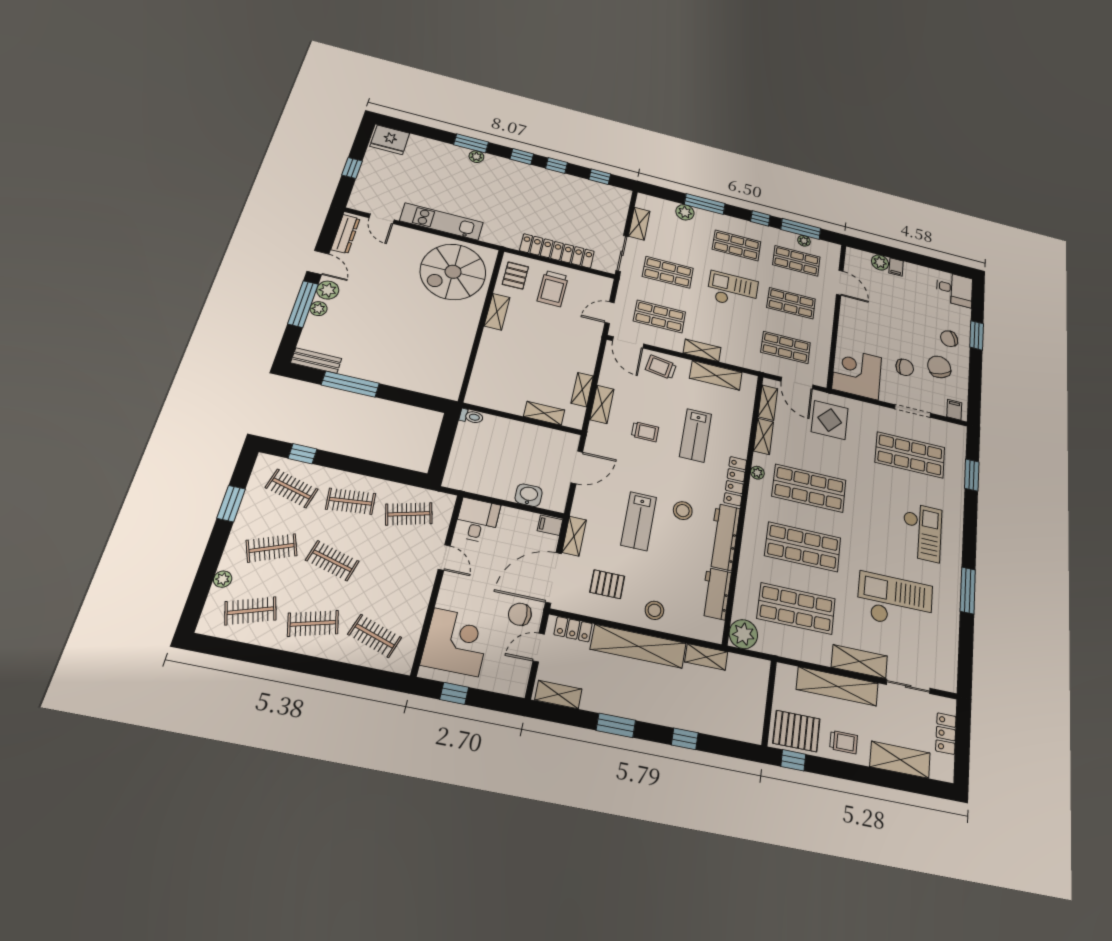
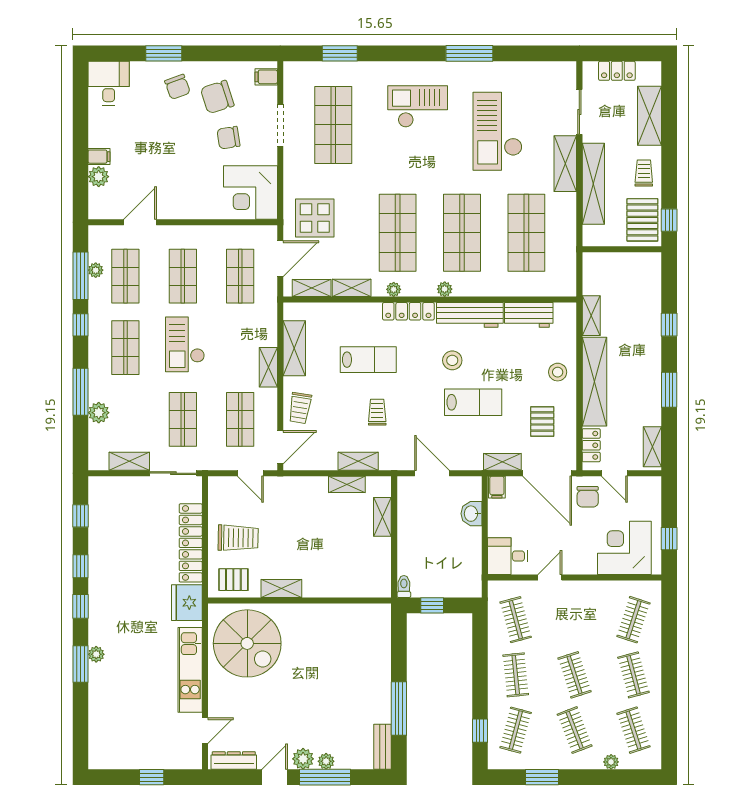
fridge: (390, 140) -> (187, 603), moved, turned 180
chair: (905, 367) -> (228, 138), turned -99
window: (446, 438) -> (432, 605), added
clothes rail: (332, 561) -> (575, 675), turned -33
plant: (743, 634) -> (445, 289), moved, width x0.53, depth x0.53

